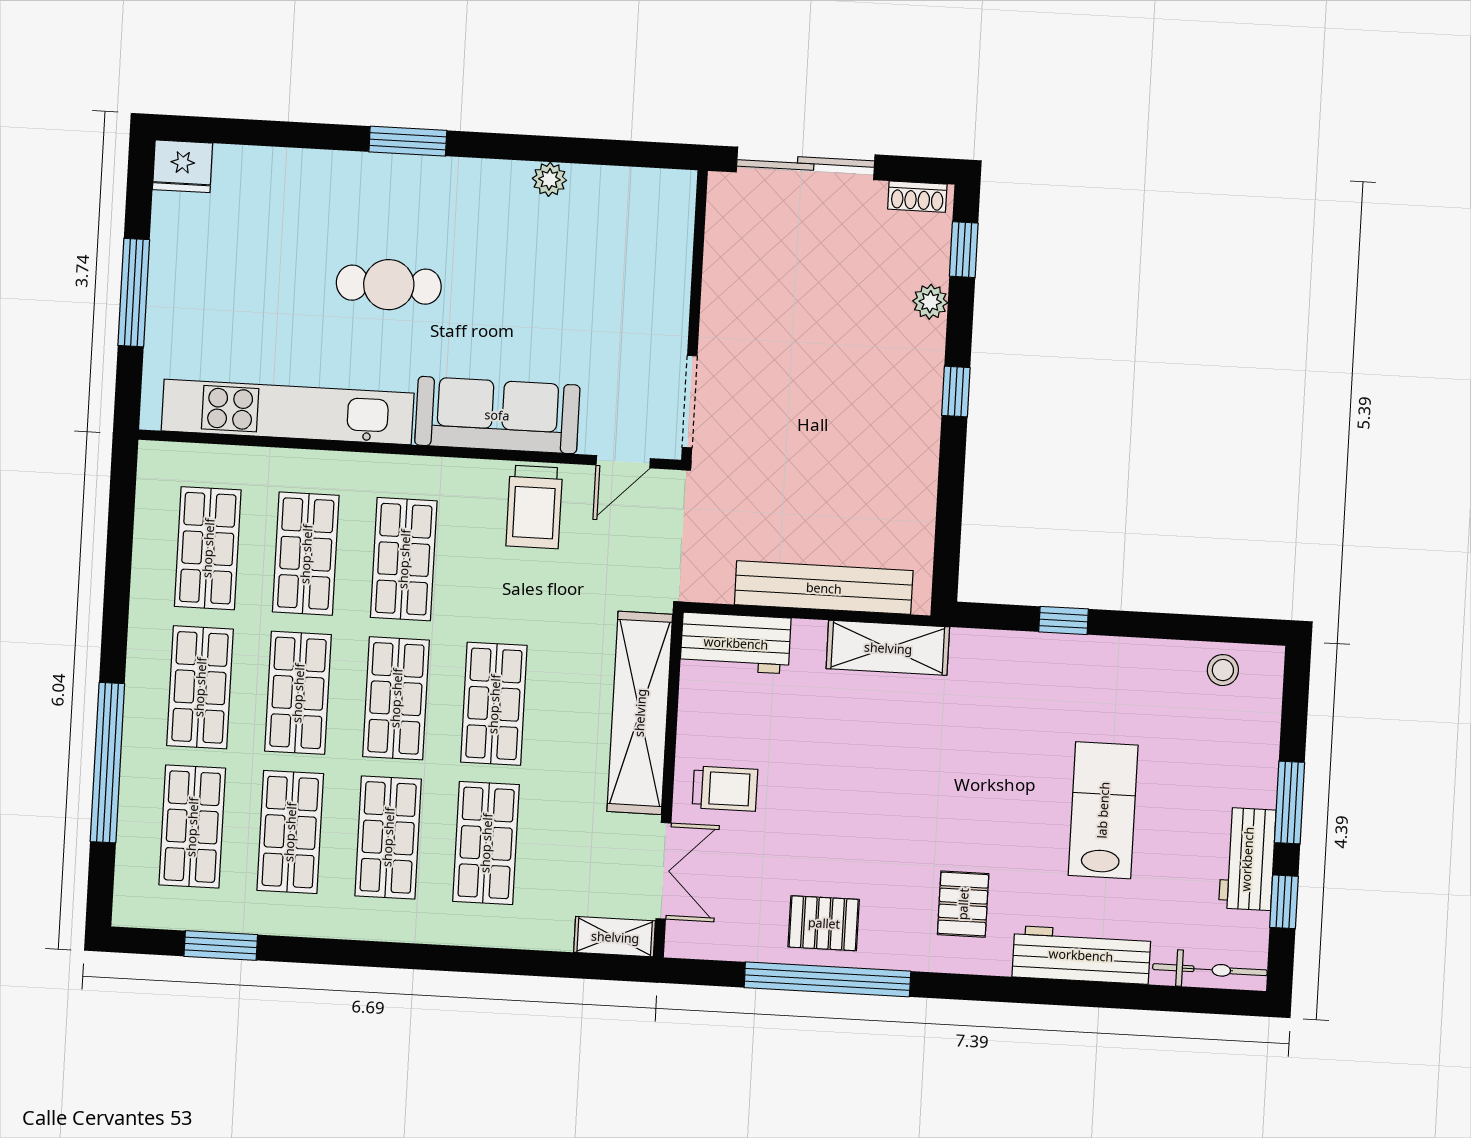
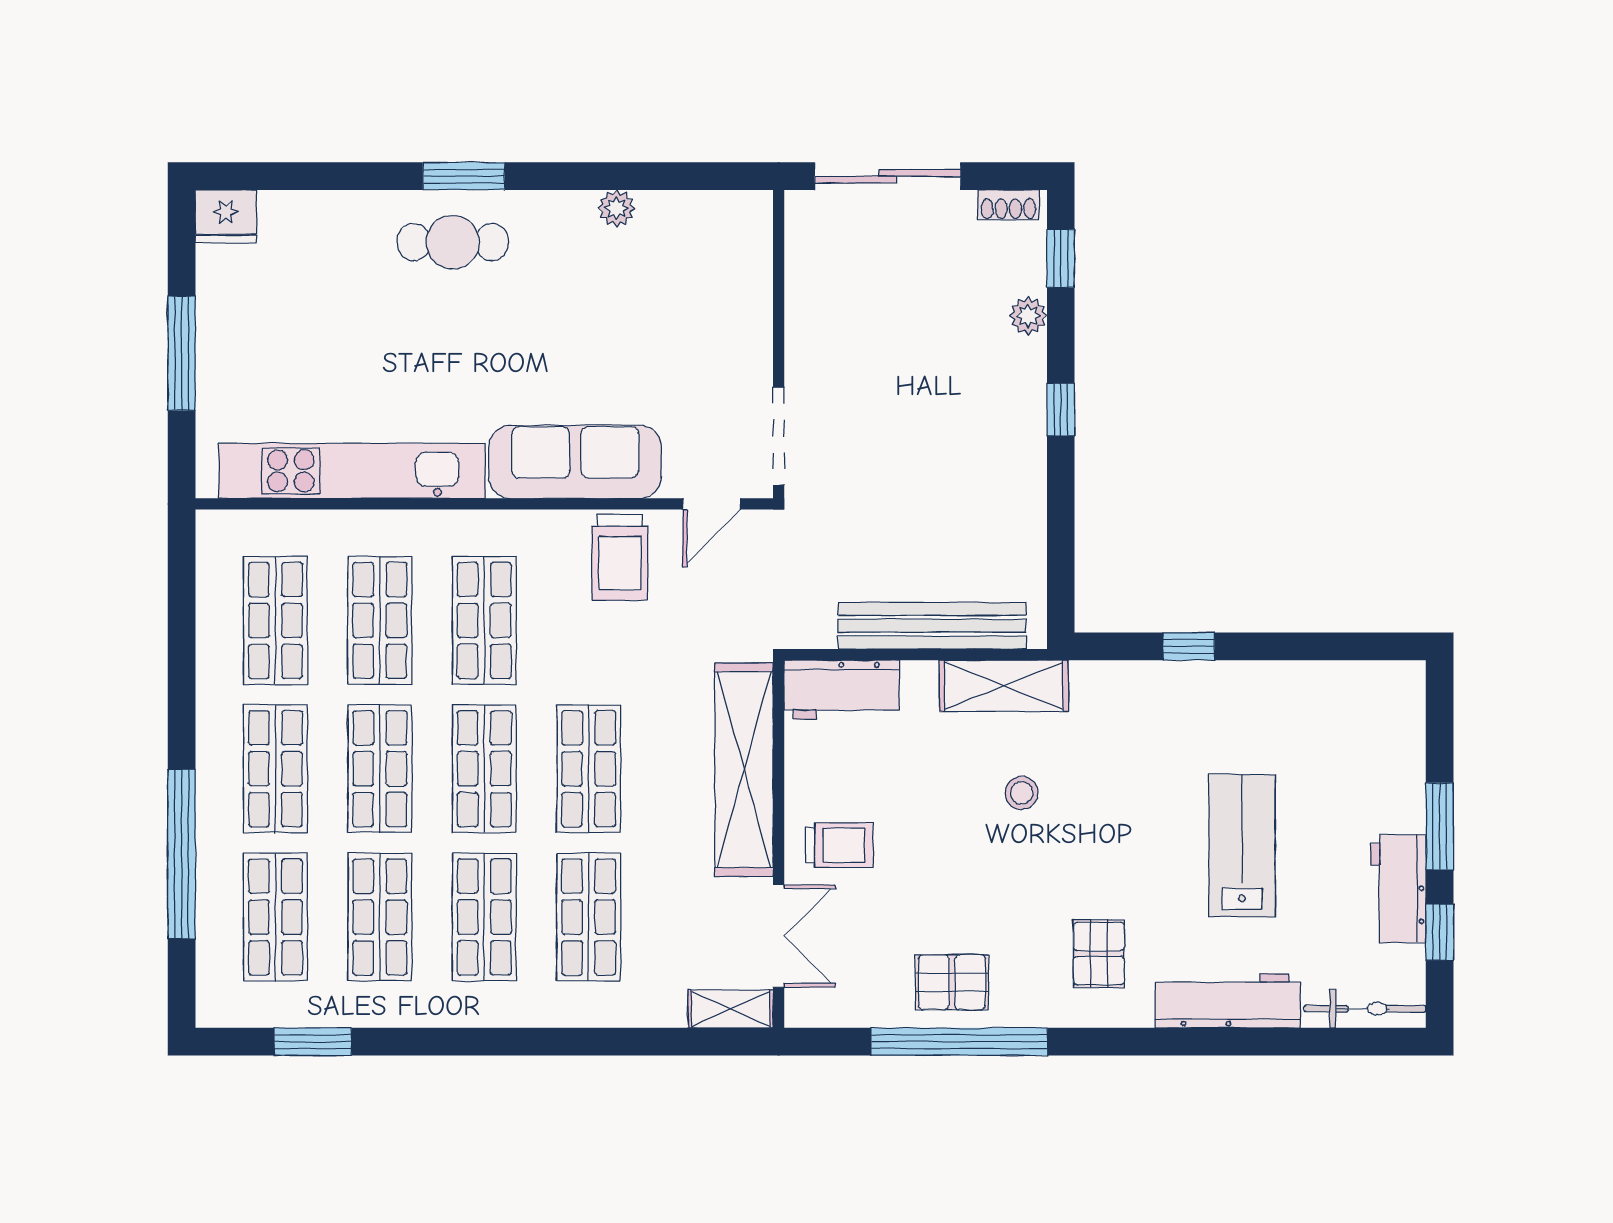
cafe table: (389, 285) -> (453, 242), moved
stool: (1223, 670) -> (1022, 793), moved

